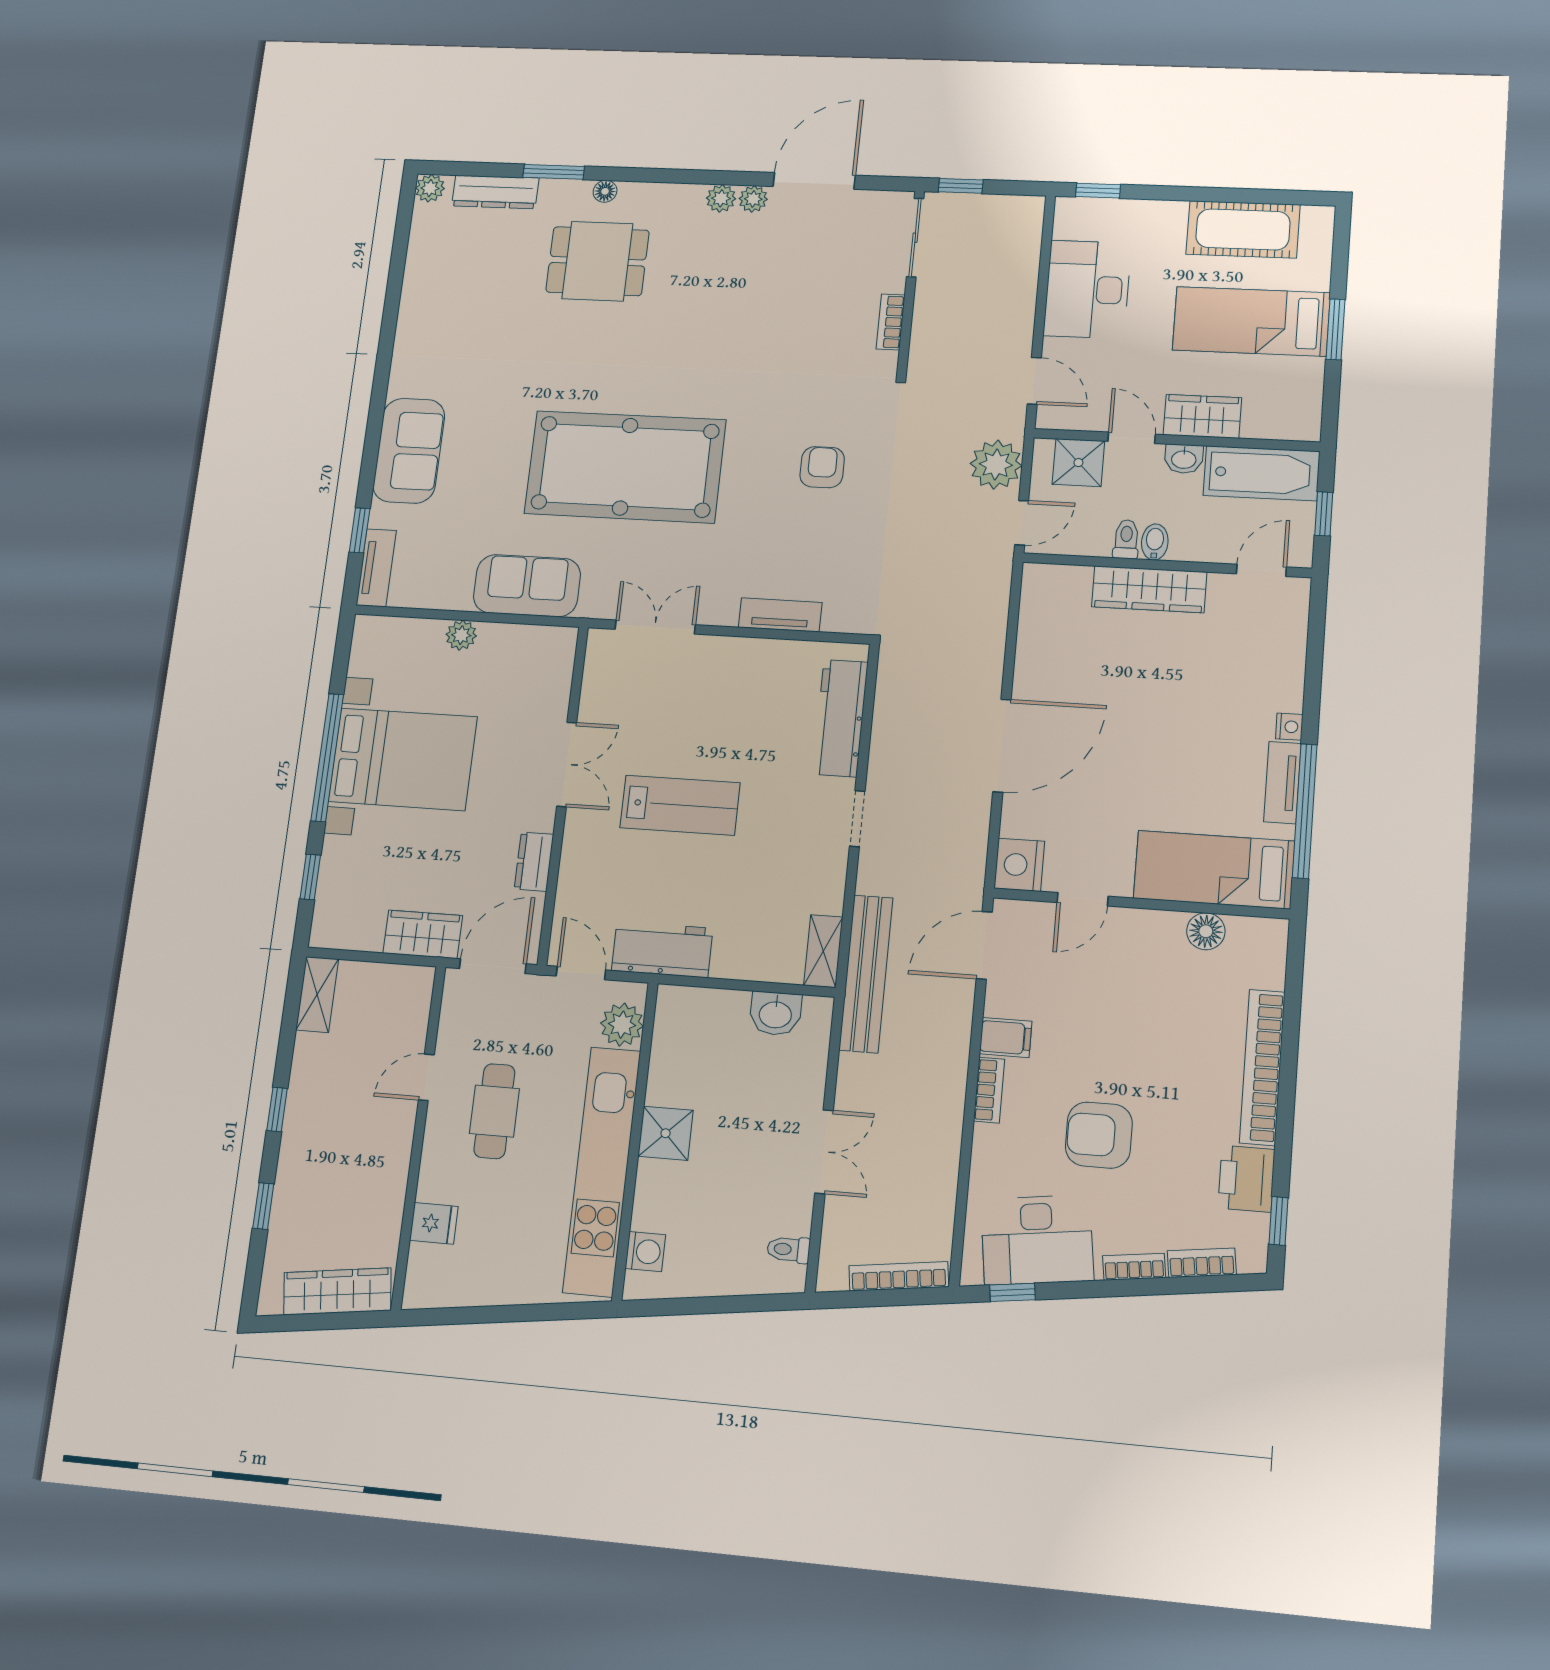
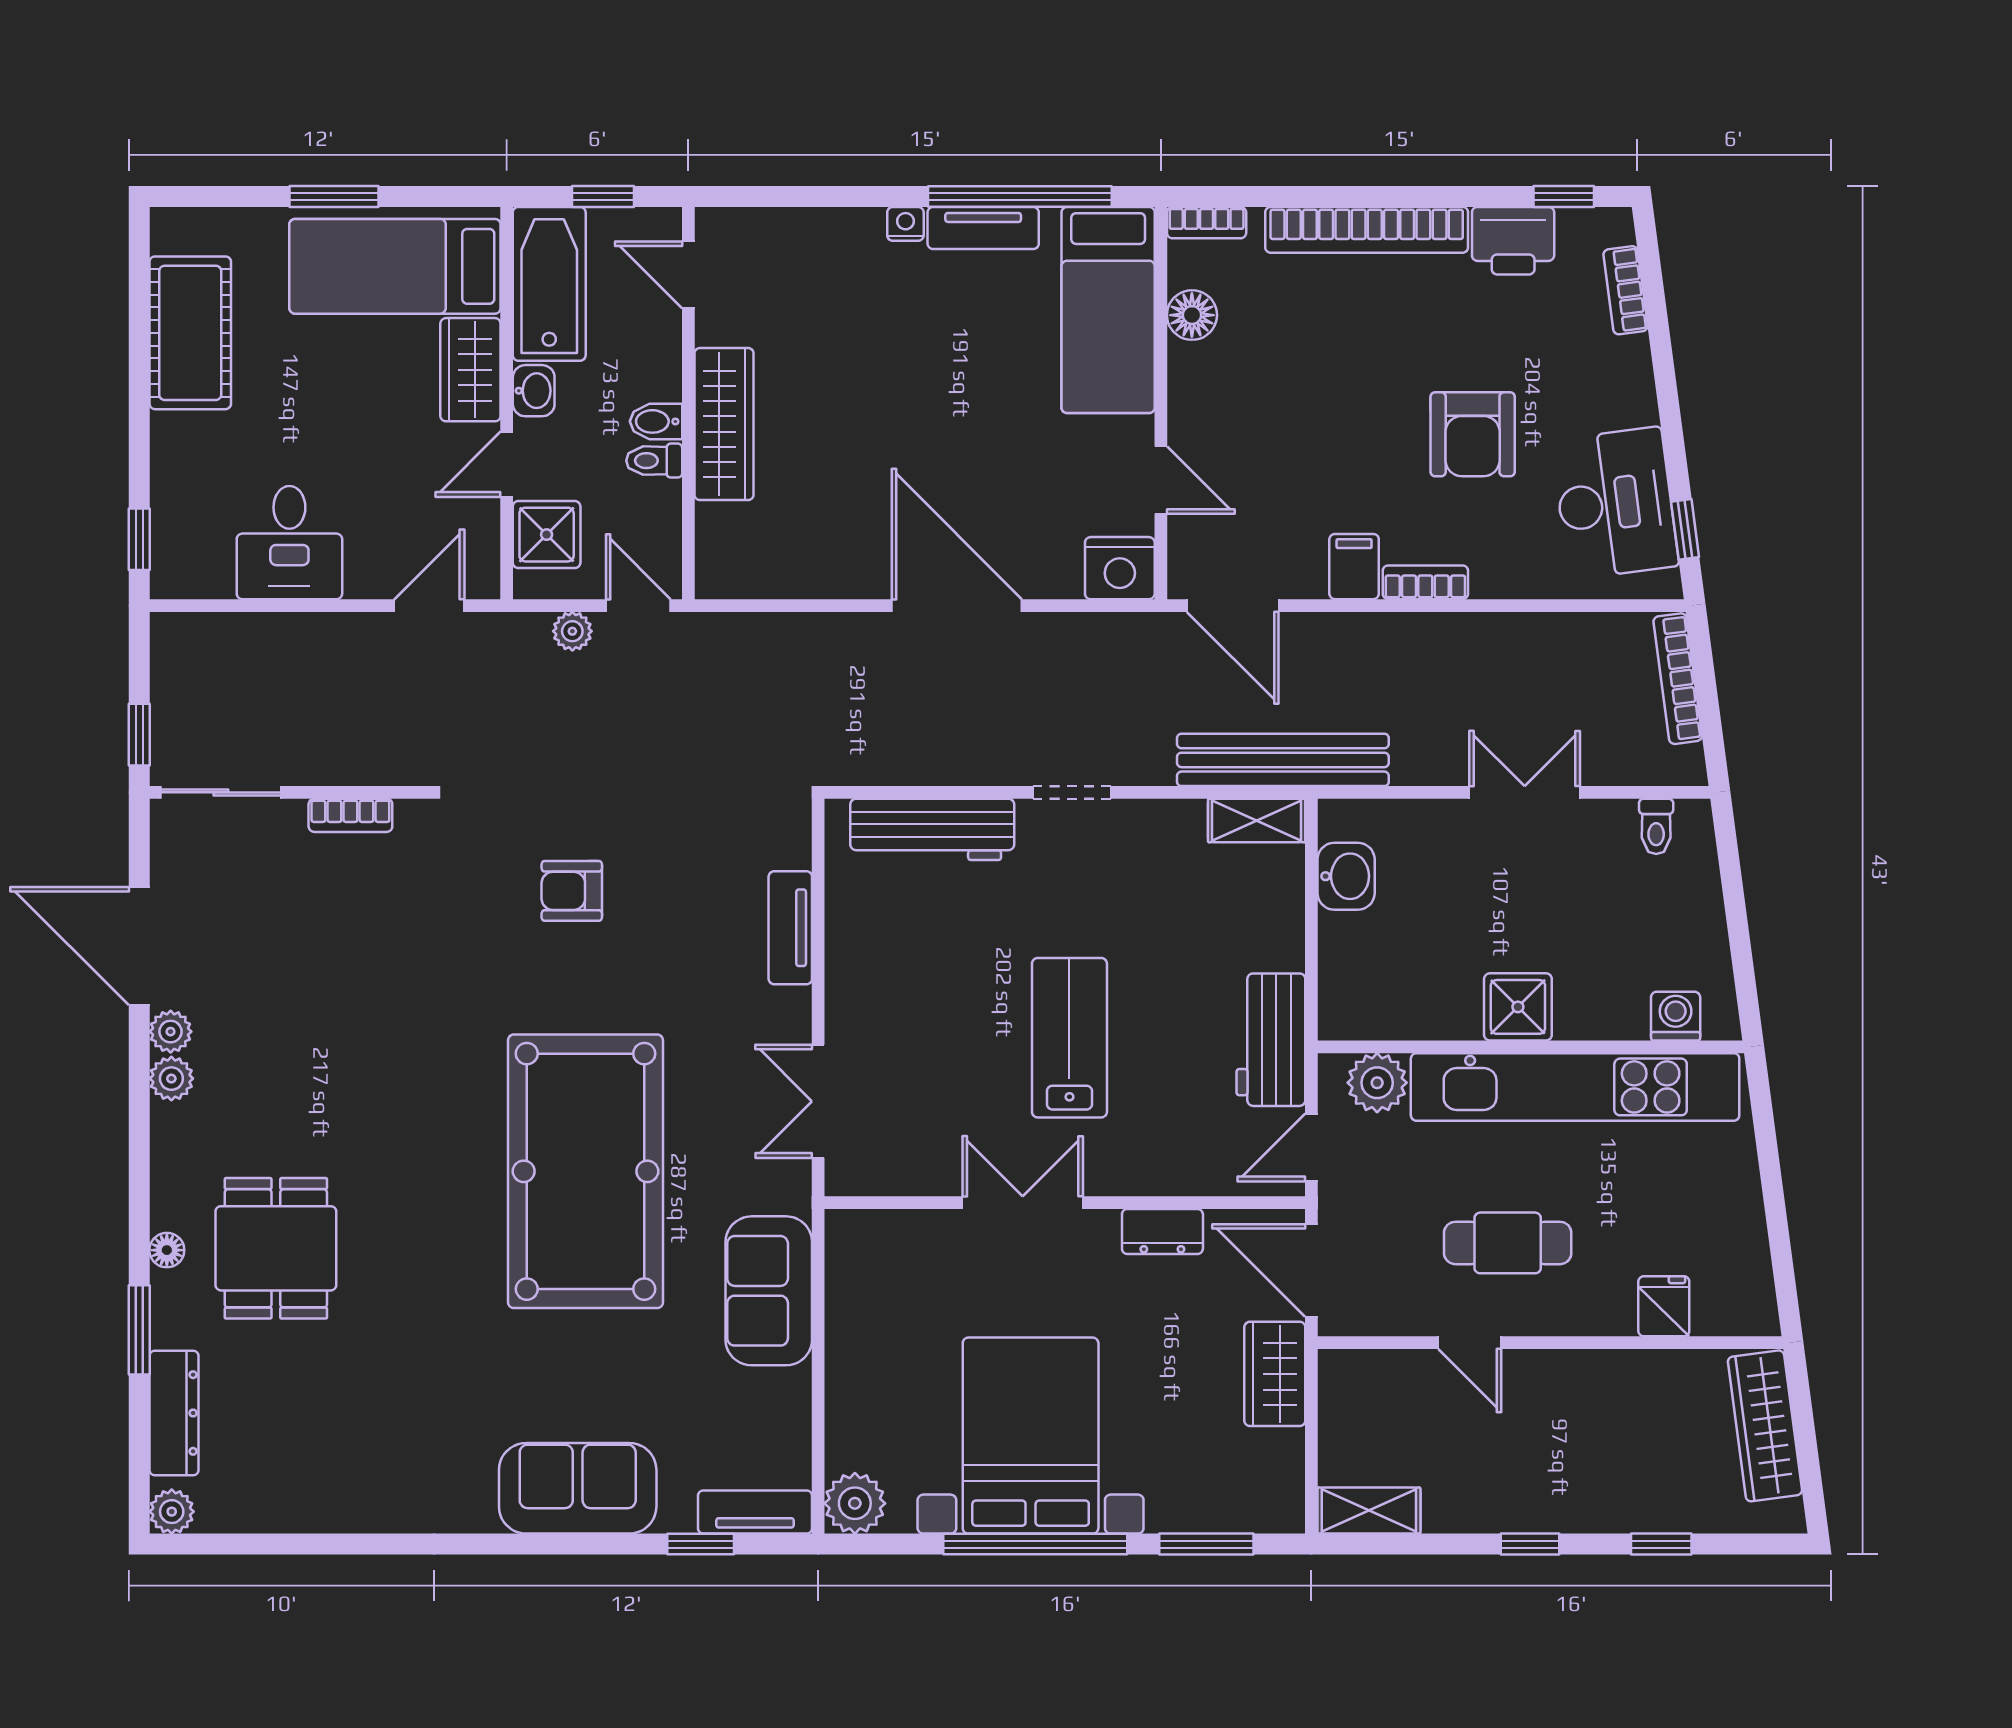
desk: (1087, 289) -> (289, 543), width x0.73
bed: (1251, 321) -> (395, 266), moved, turned 90
plant: (996, 465) -> (572, 631), width x0.53, depth x0.53
plant: (461, 635) -> (855, 1503), moved, width x1.38, depth x1.38
window: (310, 877) -> (1206, 1544), width x1.50
bookcase: (1134, 1267) -> (1207, 223), moved, turned -82

